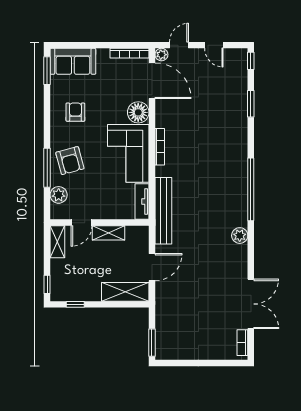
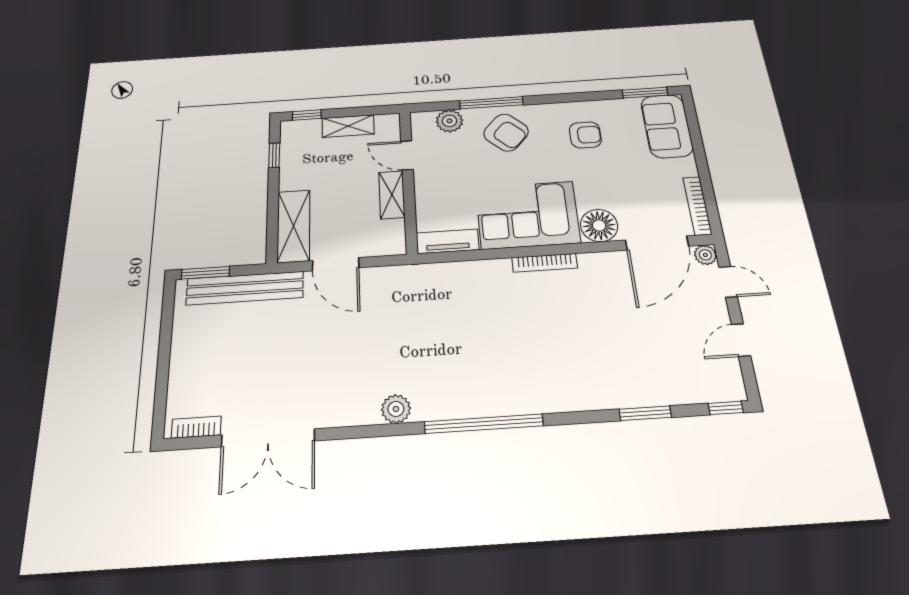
armchair: (70, 161) -> (506, 133), turned -123
bench: (163, 211) -> (245, 288), moved
shelving: (57, 242) -> (348, 126), moved

